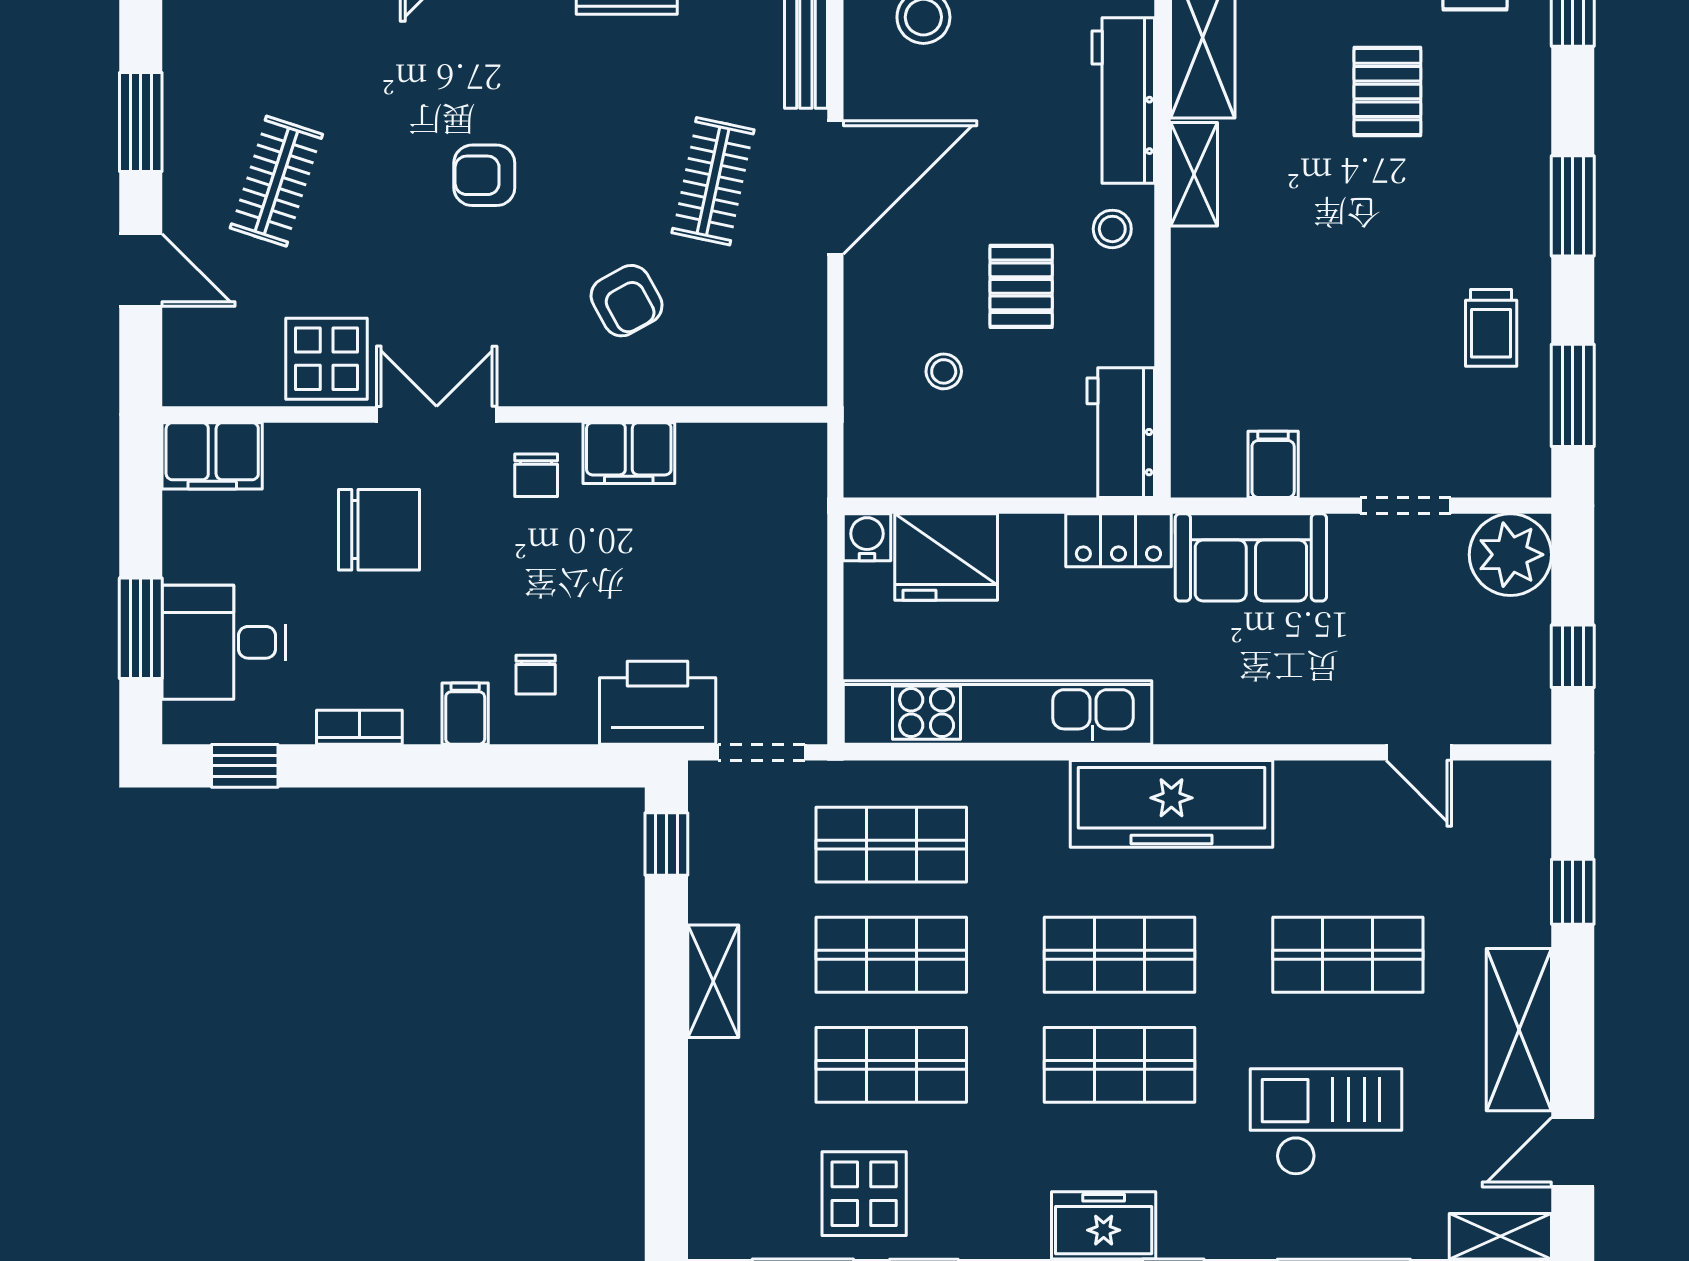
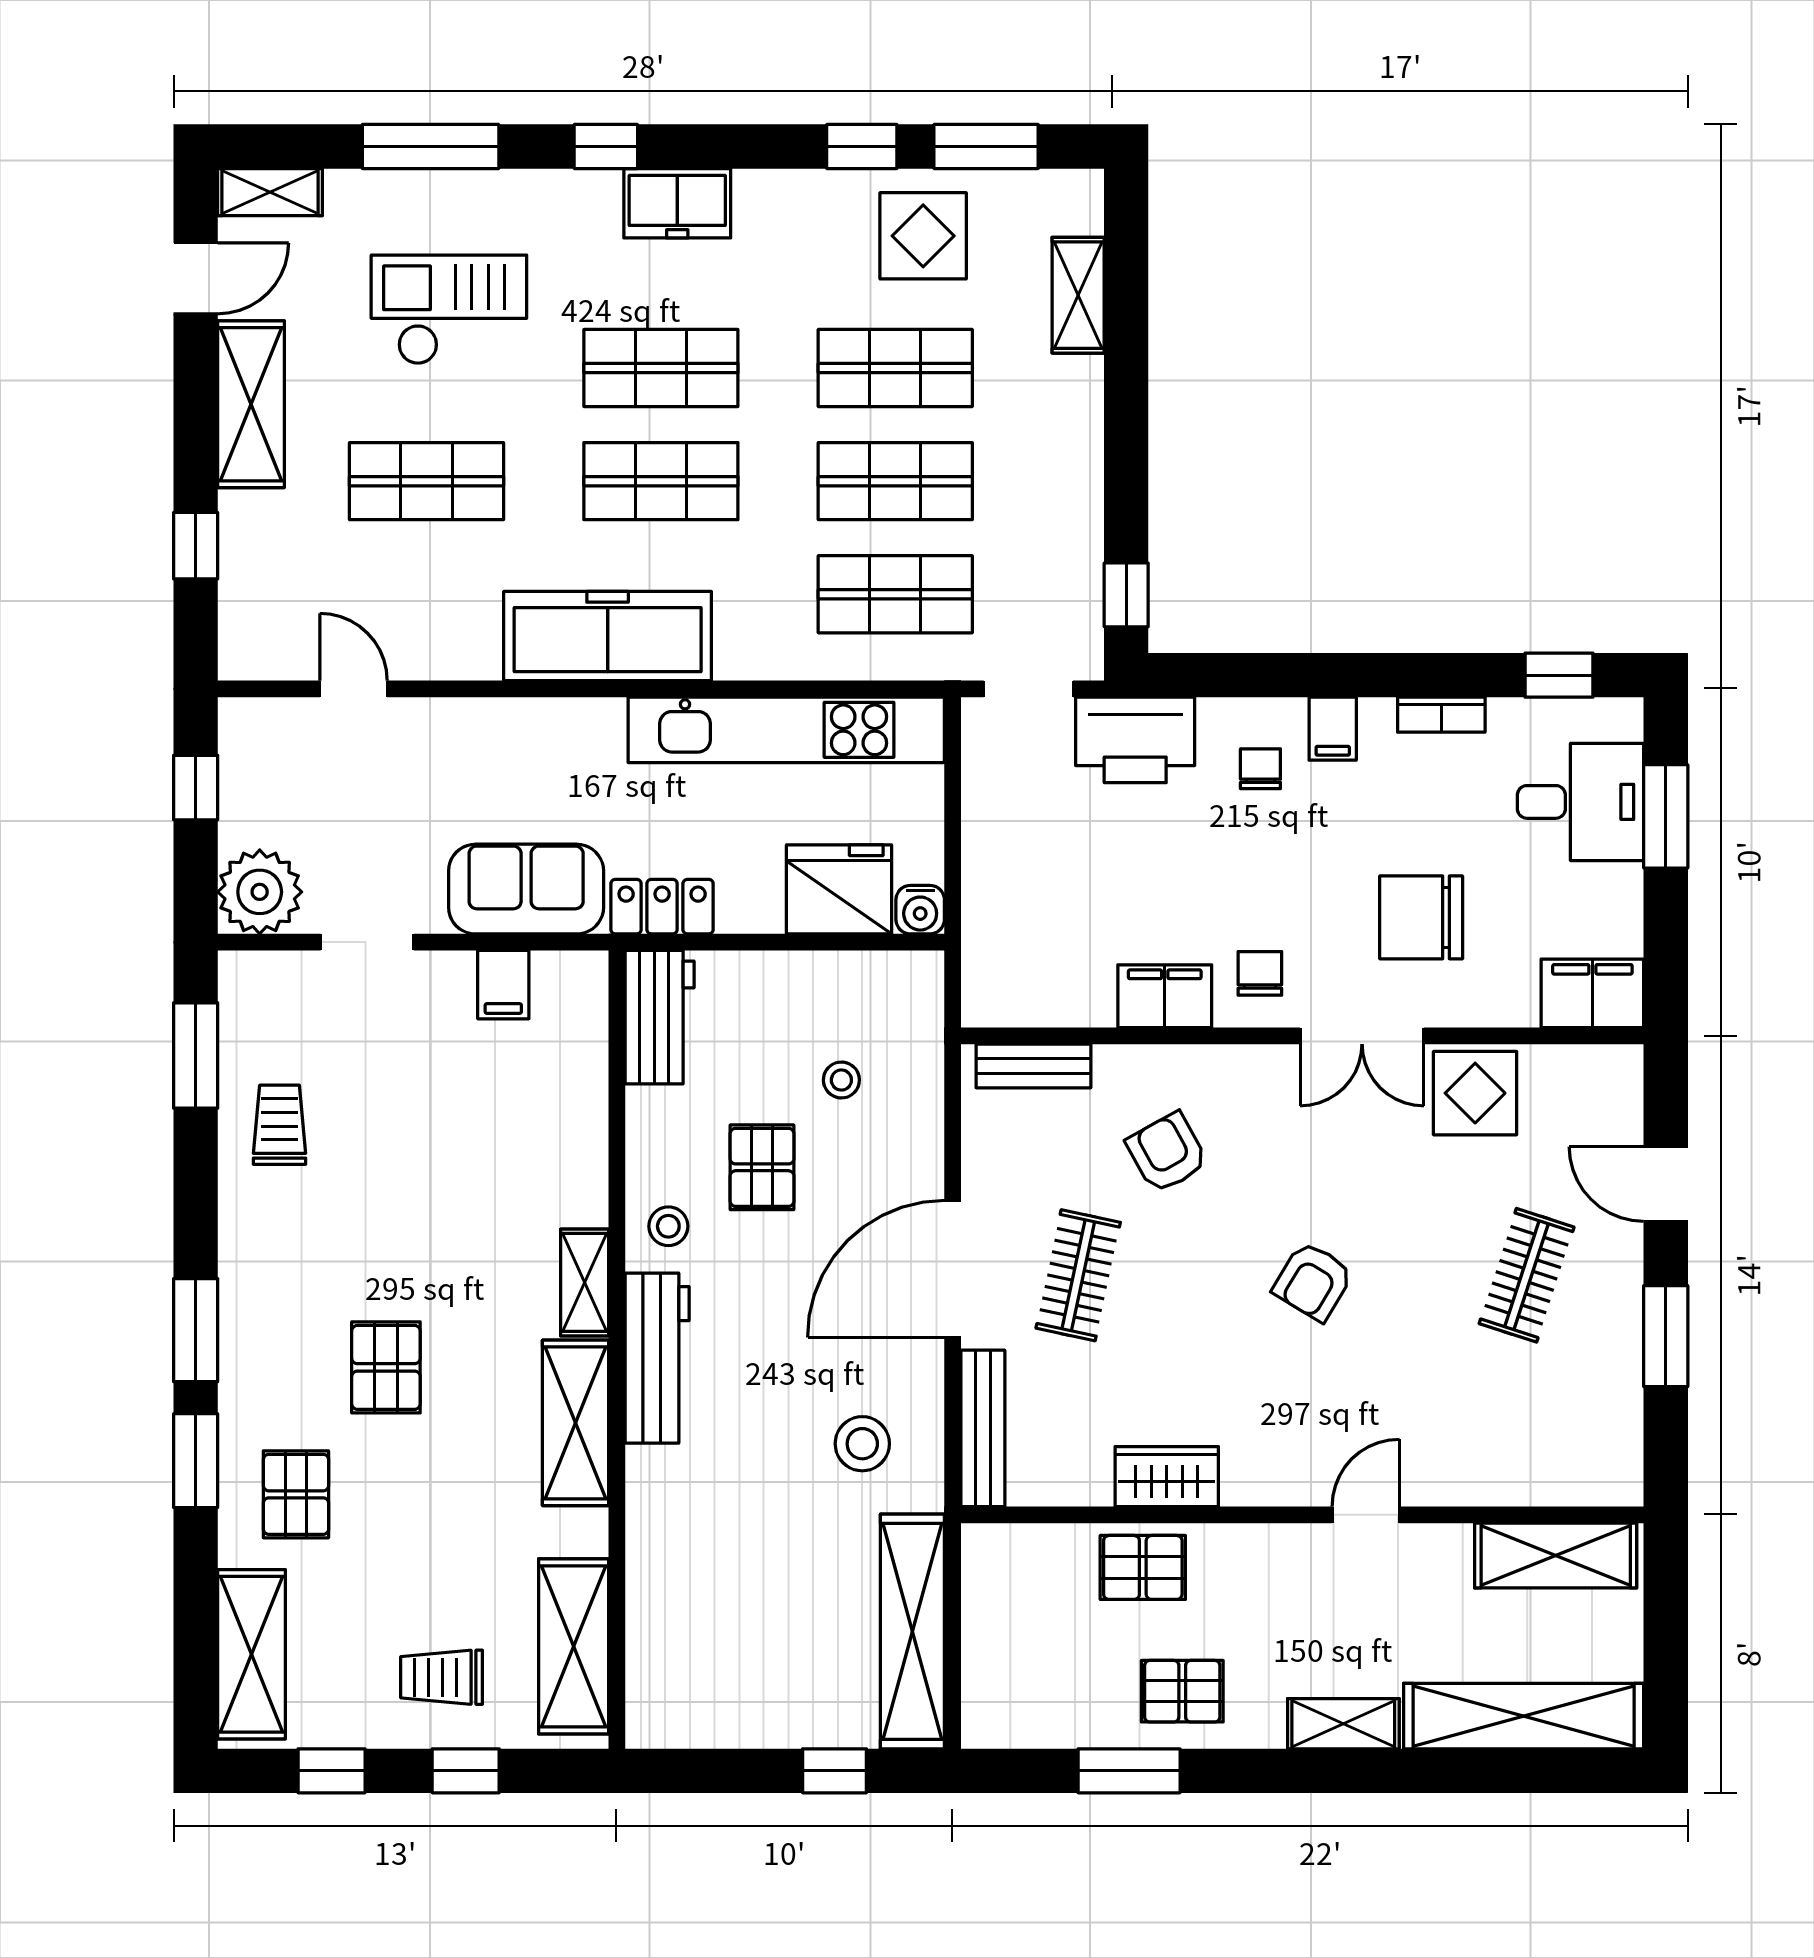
armchair: (484, 175) -> (1313, 1281), turned 121
window: (1573, 206) -> (196, 1330), moved
bench: (757, 385) -> (1033, 1066), added
shelving: (713, 981) -> (1078, 295), moved
checkout: (1326, 1122) -> (449, 310), turned 180

